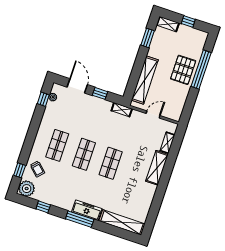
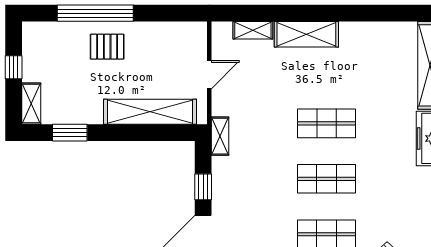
pallet: (183, 70) -> (107, 47), width x0.67, depth x0.71
door: (153, 115) -> (209, 75), swing flipped

